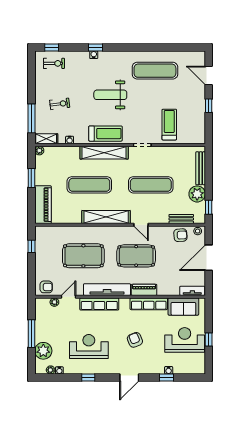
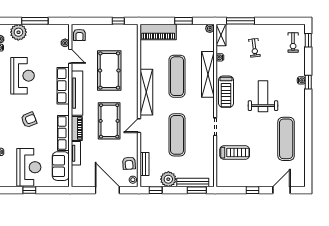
shelving: (104, 153) -> (208, 74), moved
window: (209, 164) -> (197, 190), added
tv unit: (192, 291) -> (76, 153), moved

